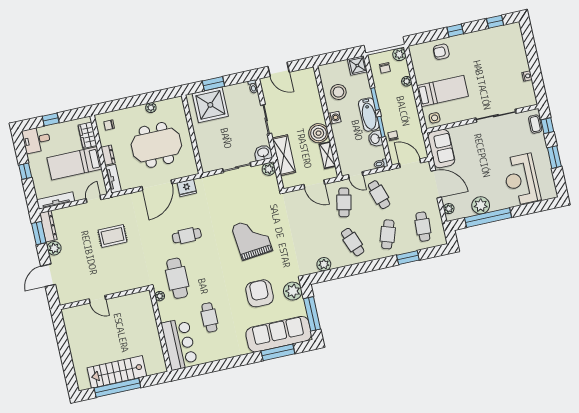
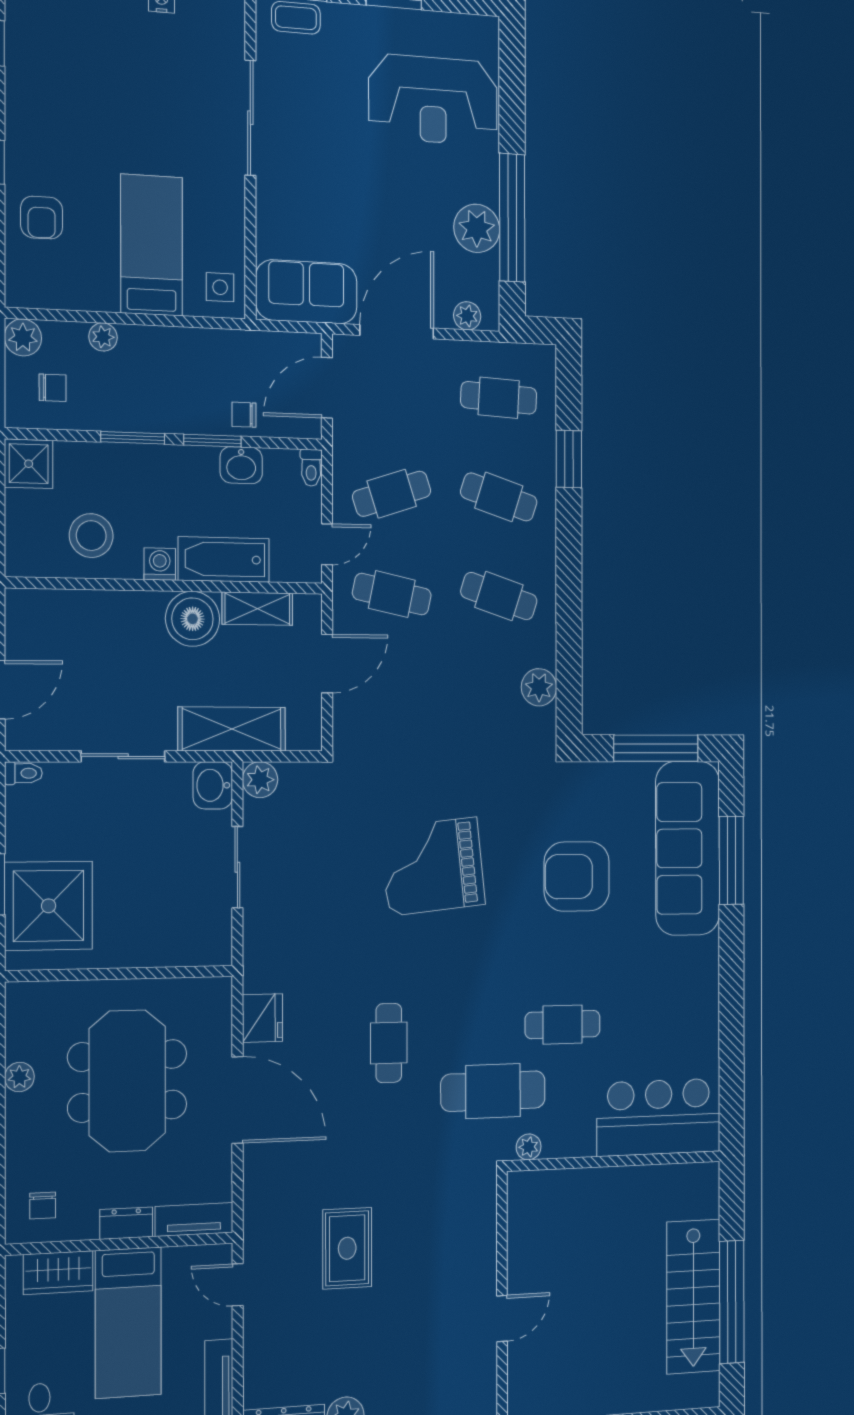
bathtub: (369, 115) -> (224, 559), moved, turned 180
cafe table: (353, 242) -> (499, 596), turned 39
plant: (293, 291) -> (589, 786), removed
cafe table: (209, 317) -> (563, 1025), moved

